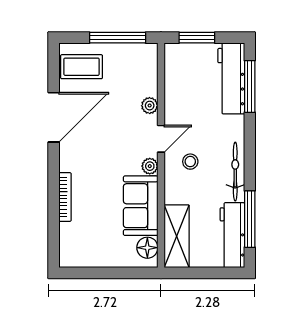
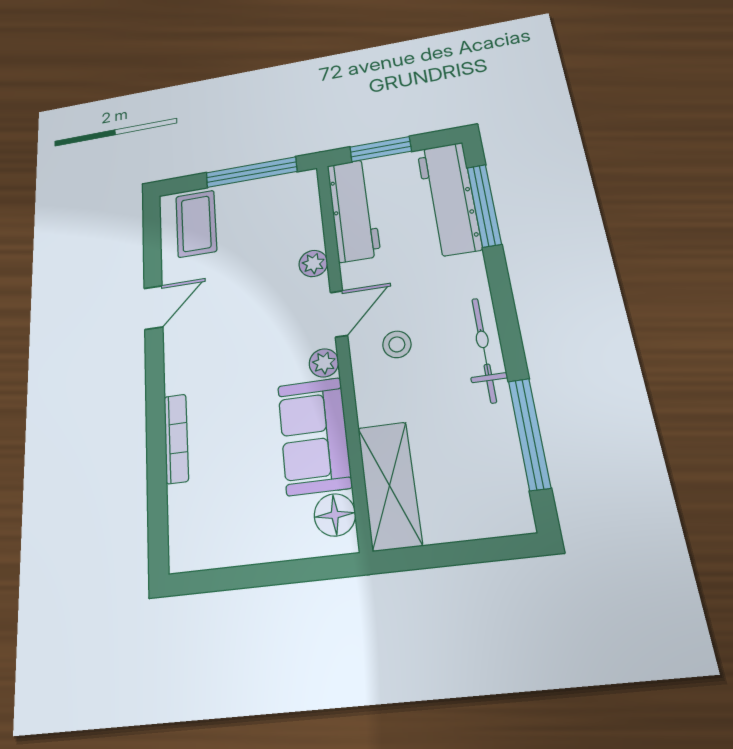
coffee table: (82, 67) -> (196, 224), turned 90
door: (54, 117) -> (153, 308), width x0.53
workbench: (232, 235) -> (353, 210), moved, turned 180

